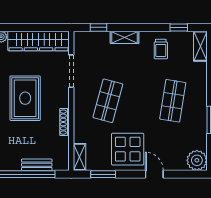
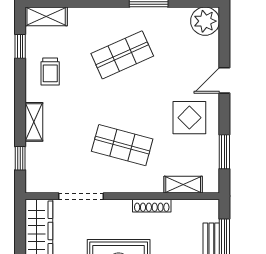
trolley: (161, 49) -> (50, 71), turned 90
shop shelf: (173, 101) -> (122, 55), turned -33
display table: (128, 149) -> (189, 118), width x0.73, depth x0.73
shelving: (80, 157) -> (183, 185), moved

